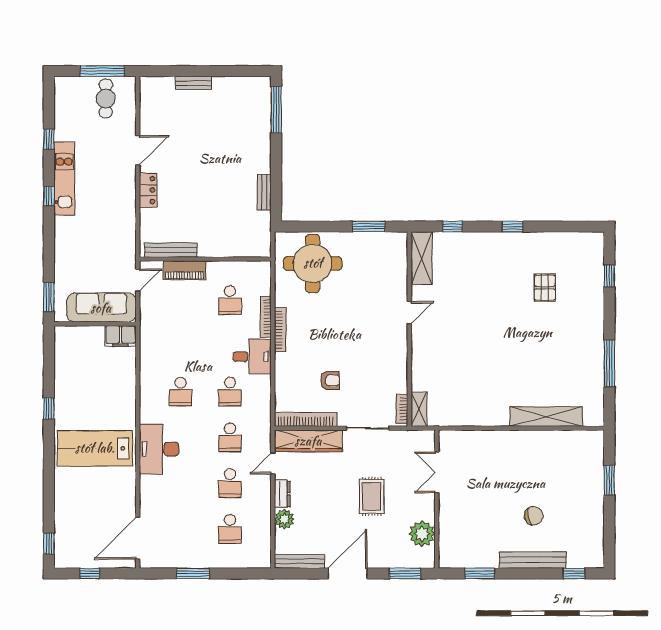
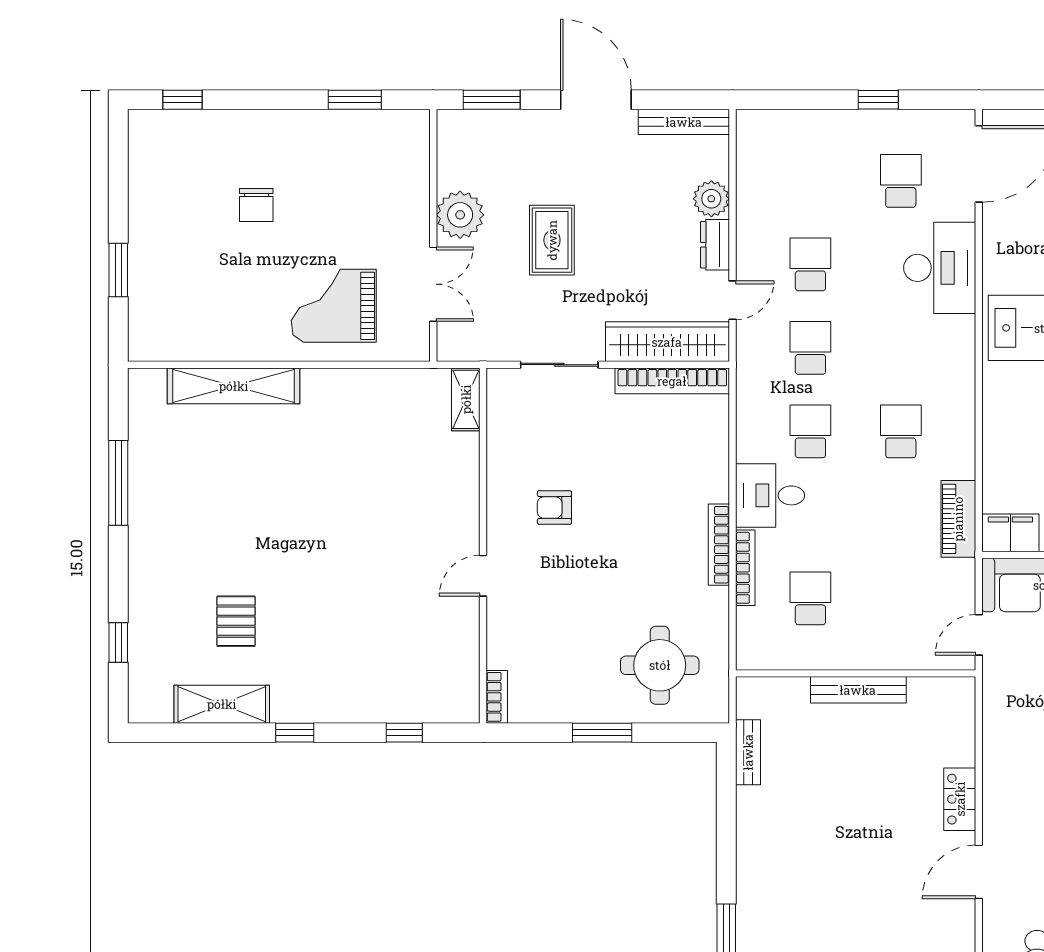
bench: (264, 192) -> (748, 752), moved
window: (369, 227) -> (602, 733), moved
bench: (171, 250) -> (858, 690), moved
shelving: (422, 258) -> (222, 704), moved, turned 90
round table: (313, 263) -> (660, 665), width x0.73, depth x0.73
piano: (184, 270) -> (958, 519), moved, turned -90
armchair: (330, 380) -> (554, 508), moved
bookcase: (402, 409) -> (497, 697), moved
desk: (159, 449) -> (940, 268), moved
grand piano: (491, 460) -> (334, 306), added
chair: (534, 516) -> (256, 205), turned -79
school desk: (230, 529) -> (901, 181), moved
plant: (422, 534) -> (460, 215), moved
bench: (533, 560) -> (258, 124), removed
window: (193, 573) -> (878, 100), width x0.67
door: (348, 573) -> (596, 100), swing flipped

